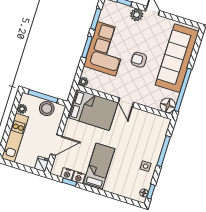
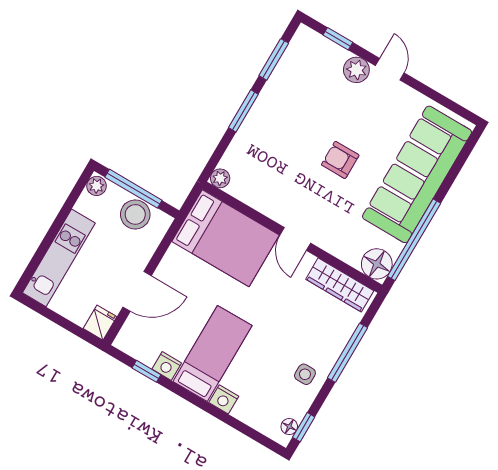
corner sofa: (106, 49) -> (281, 123), removed
plant: (22, 109) -> (96, 186), moved
wardrobe: (152, 120) -> (340, 285), added
nightstand: (67, 174) -> (224, 399), moved

